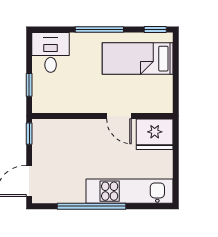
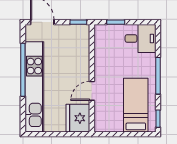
kitchen unit: (130, 191) -> (34, 87), width x1.36

